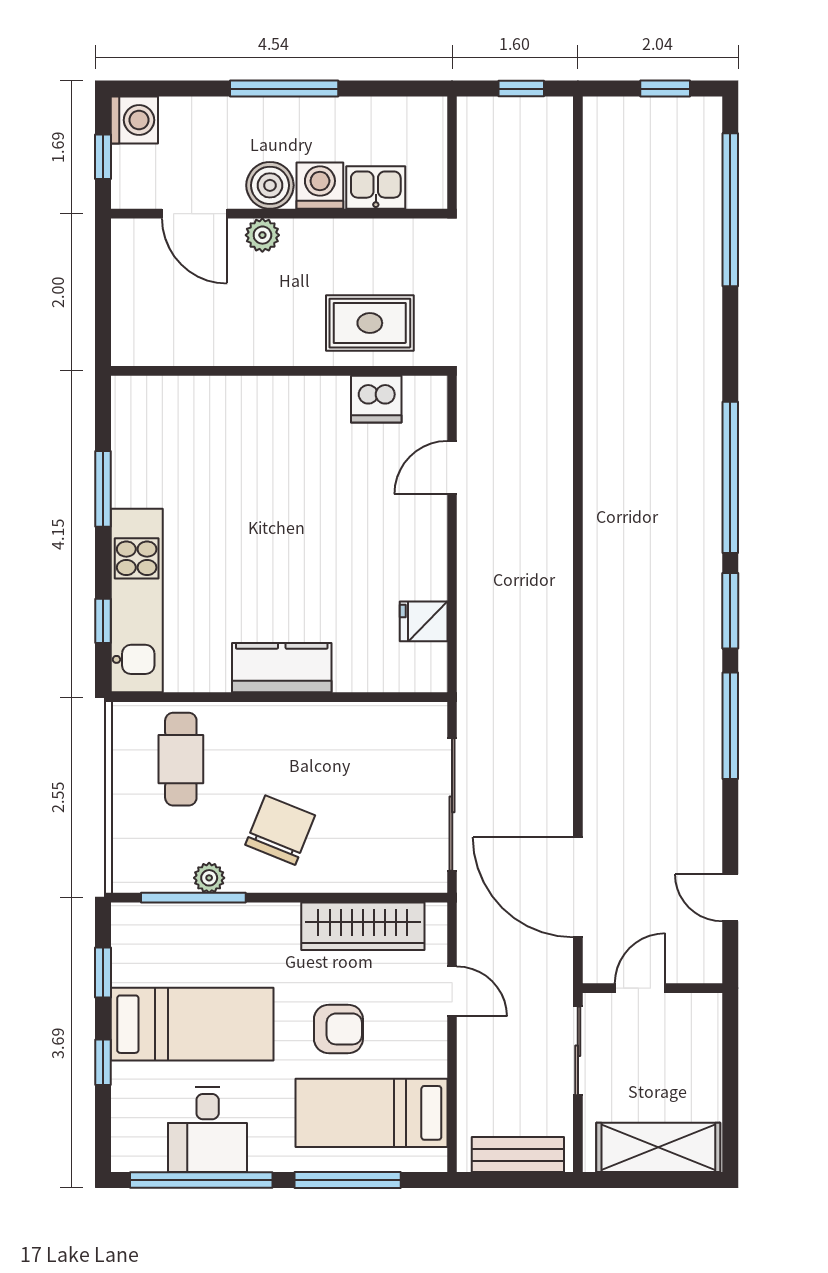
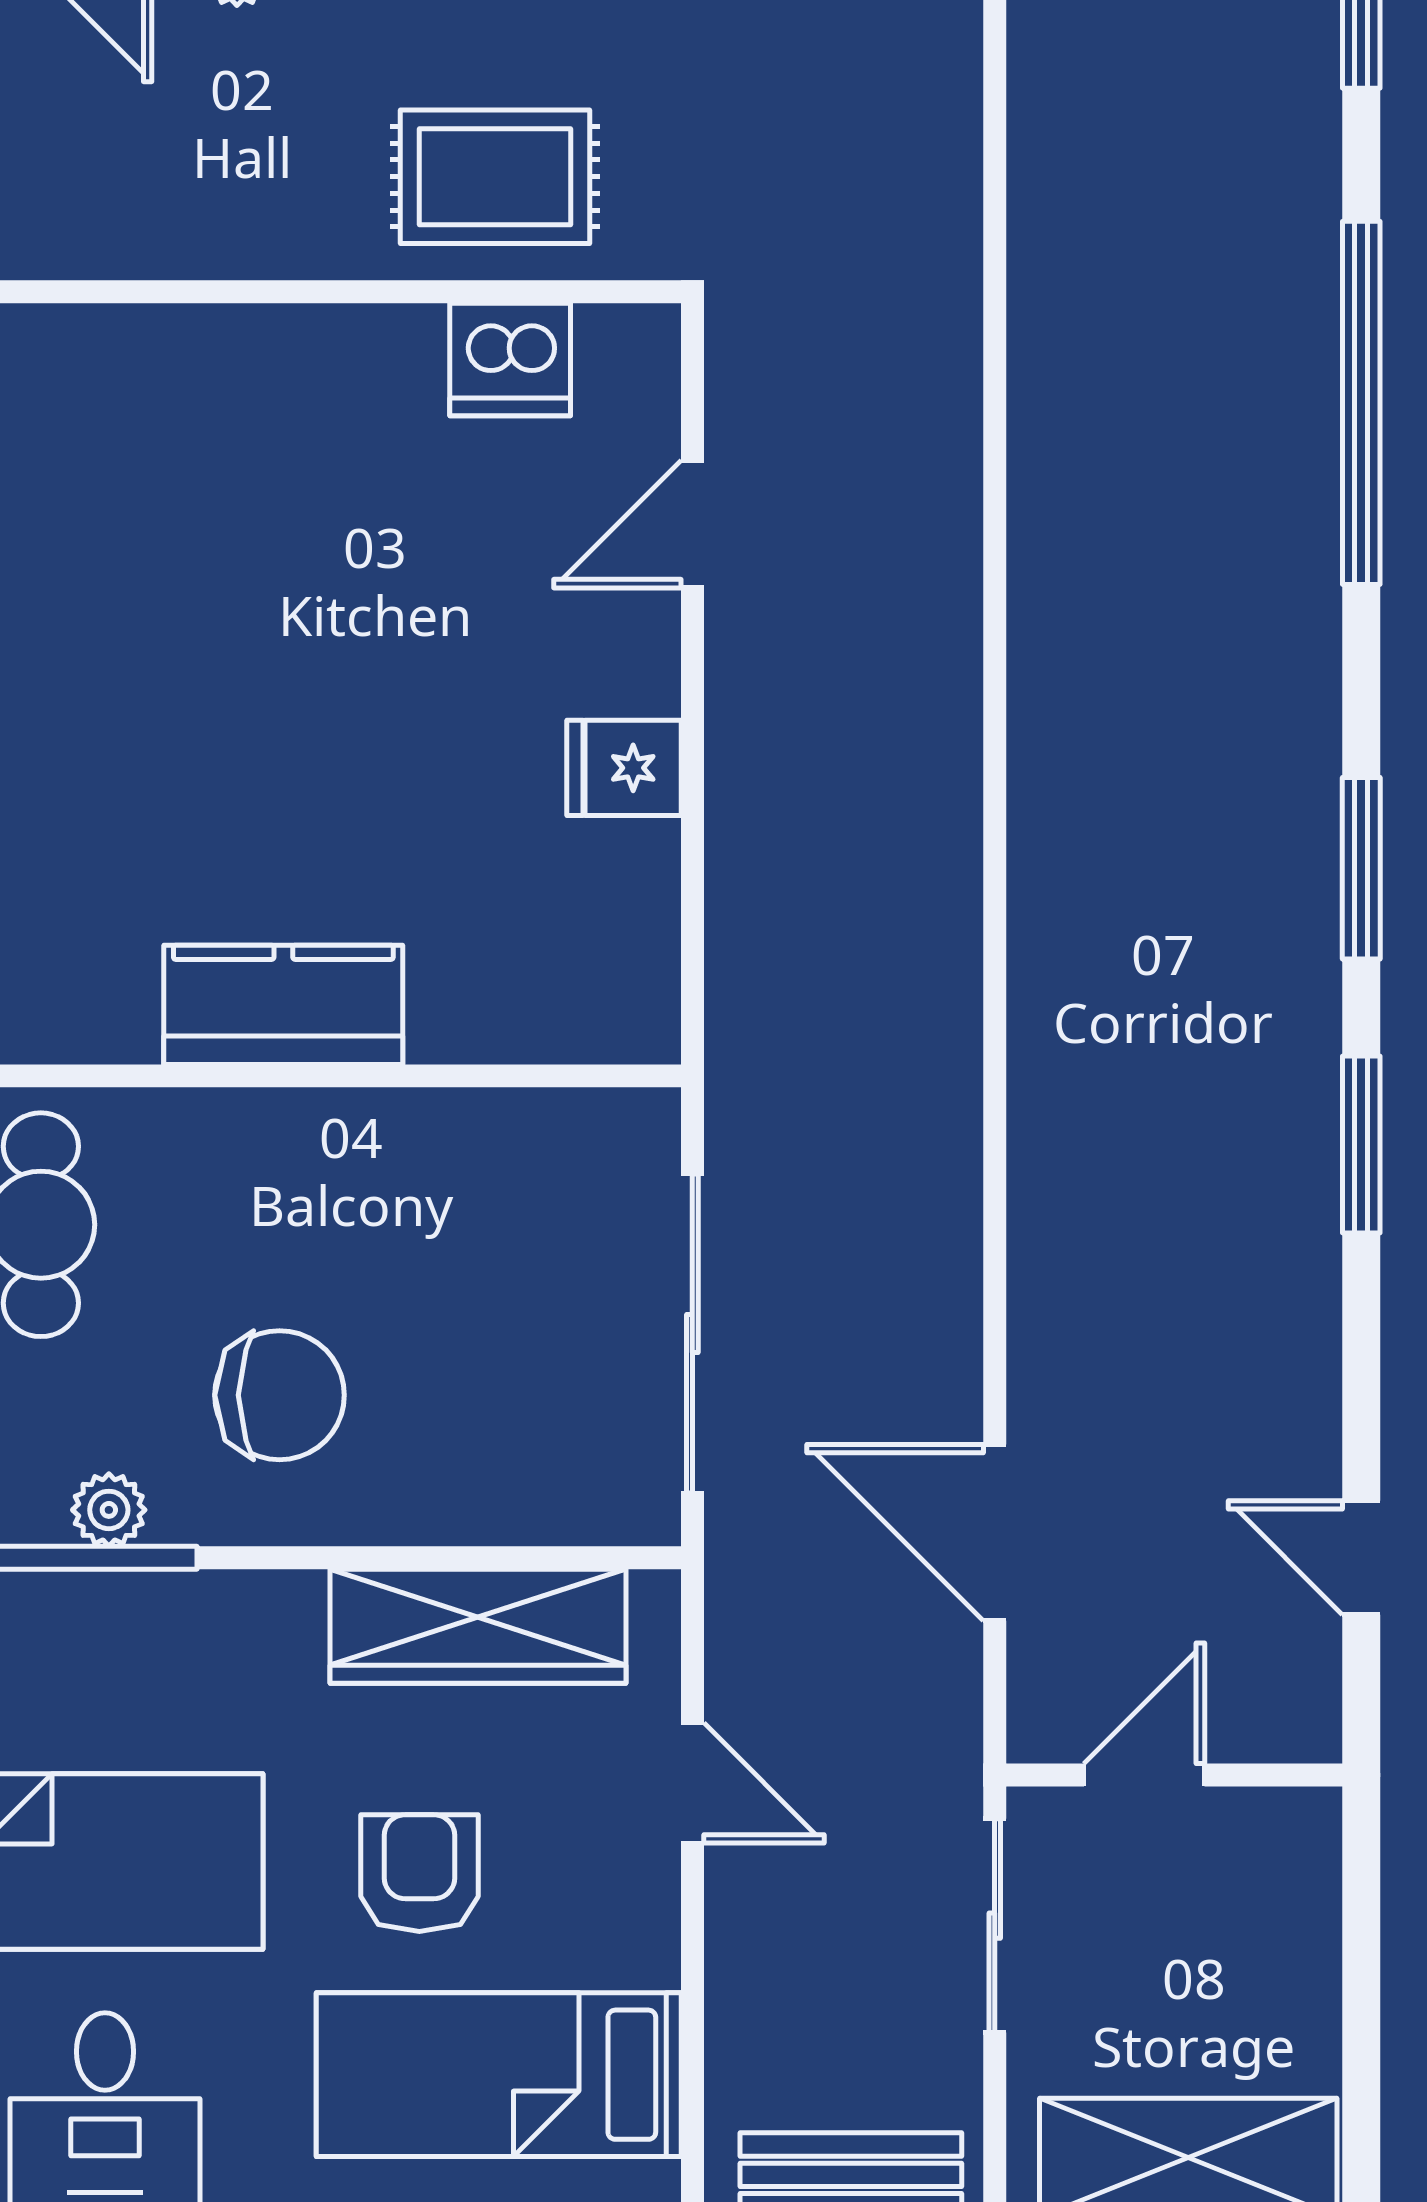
window: (730, 477) -> (1361, 403), moved
fridge: (424, 621) -> (624, 768), moved
window: (730, 726) -> (1361, 1144), width x0.69
chair: (280, 830) -> (280, 1395), turned 68
door: (578, 887) -> (995, 1533), width x0.73
armchair: (338, 1029) -> (419, 1873), turned -90

